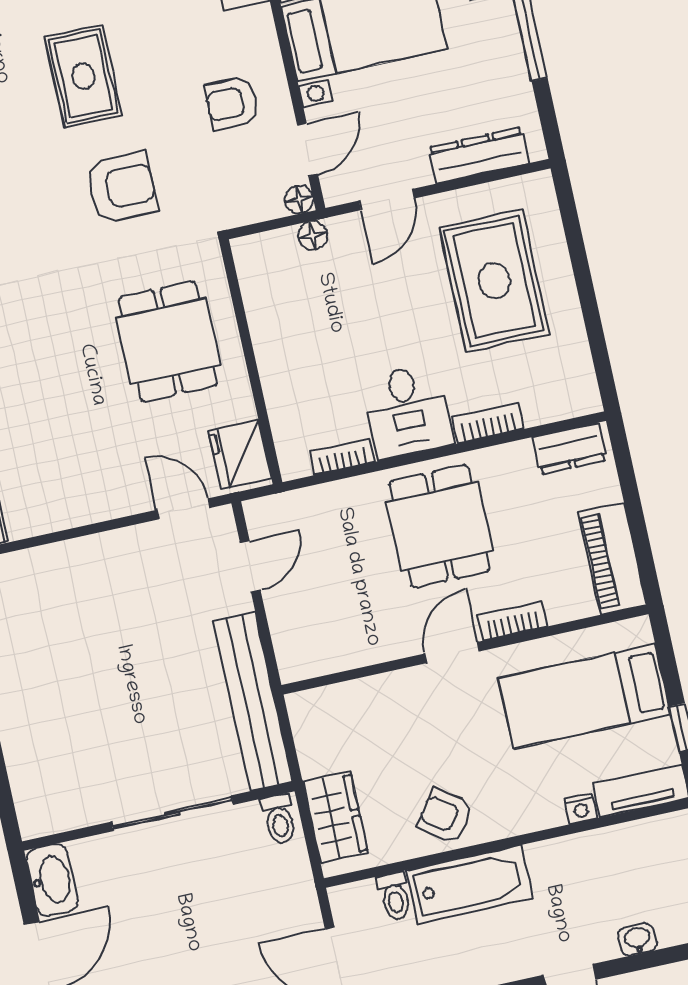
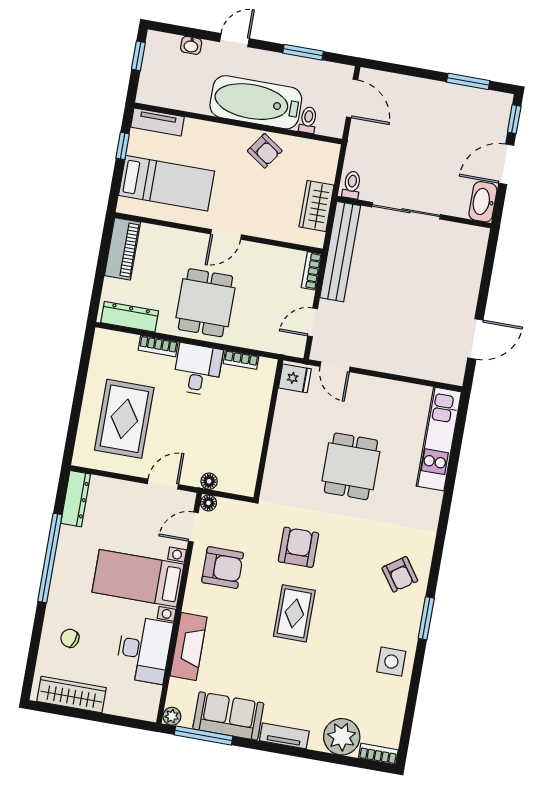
armchair: (232, 103) -> (223, 568), width x1.38, depth x1.38
dresser: (479, 155) -> (76, 499), moved, turned -90
armchair: (121, 188) -> (298, 547), turned 90
dining table: (168, 341) -> (351, 466), moved
dresser: (569, 449) -> (130, 317), width x1.44
fridge: (240, 455) -> (295, 378), width x0.72
bookcase: (512, 621) -> (311, 271), moved, turned 90
nightstand: (581, 809) -> (193, 126), removed
wardrobe: (335, 817) -> (316, 206), moved
bathtub: (470, 884) -> (256, 102), width x1.36, depth x1.36

